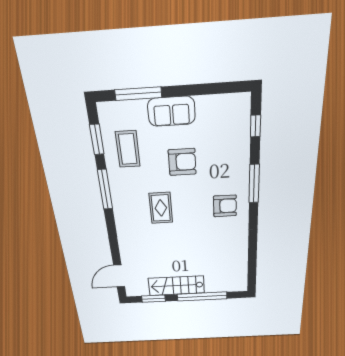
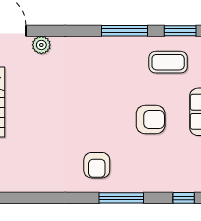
armchair: (182, 162) -> (151, 120), turned -90
rug: (161, 208) -> (99, 91), removed
plant: (127, 254) -> (41, 45), added

